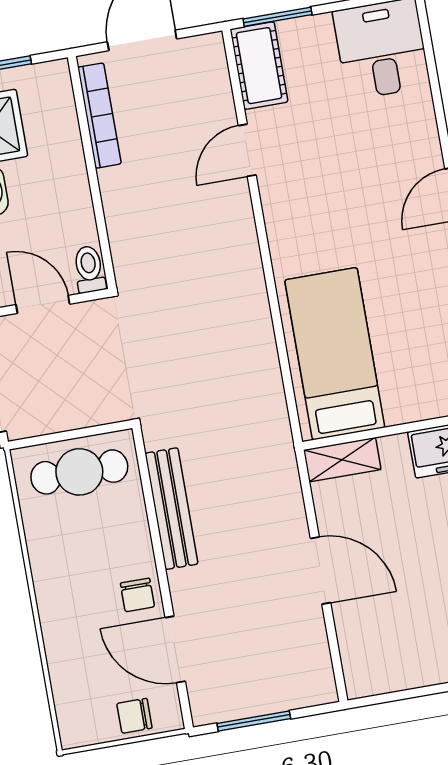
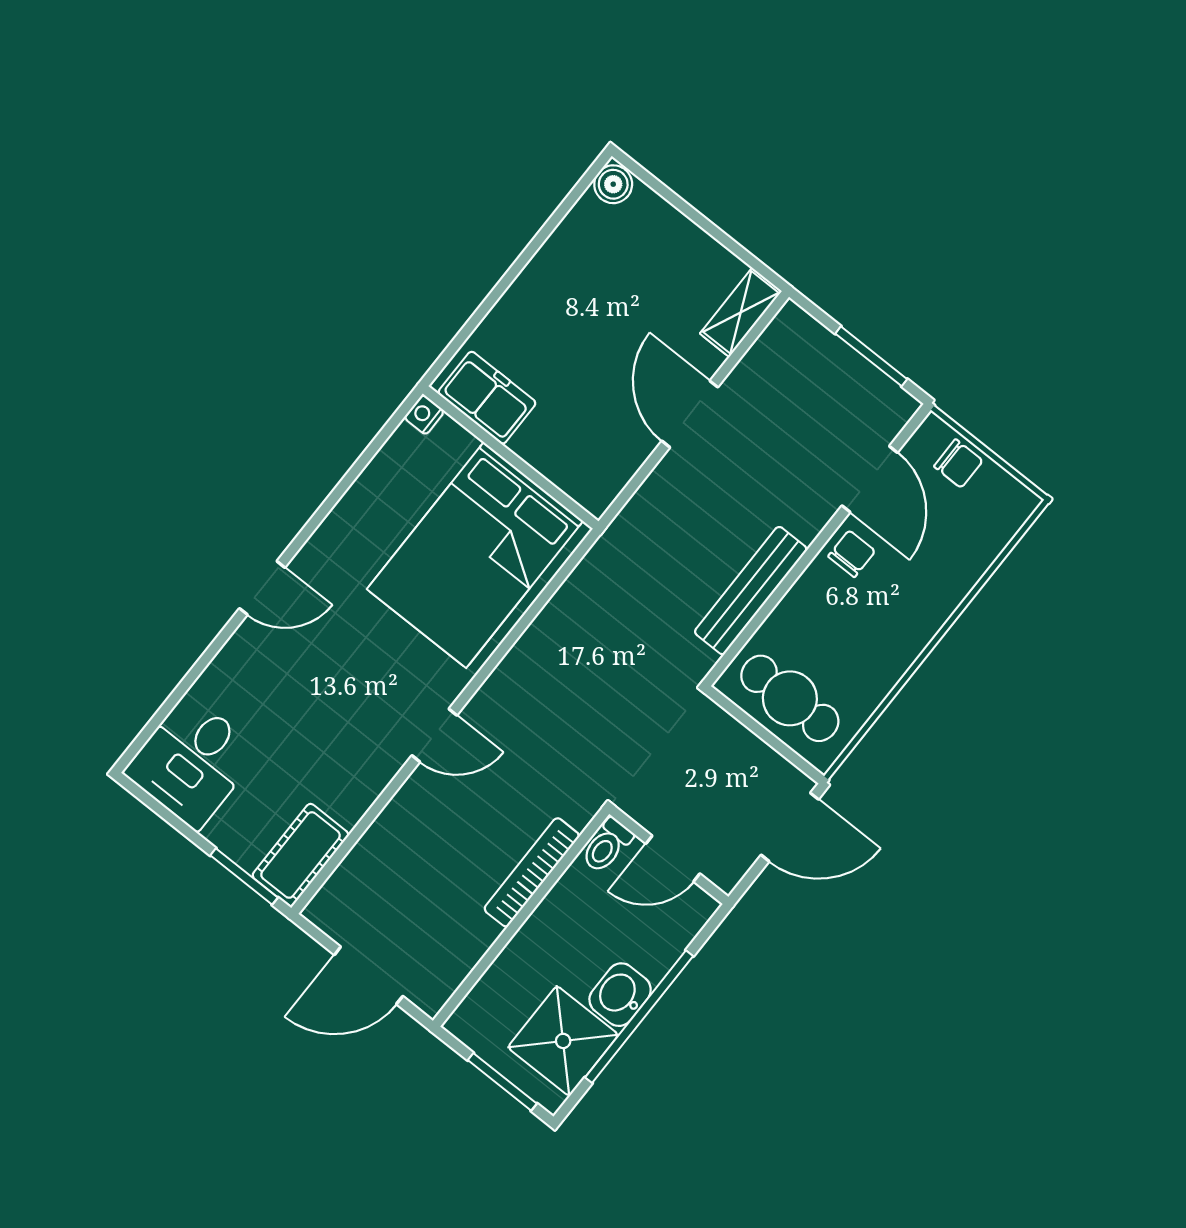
bookcase: (99, 116) -> (532, 872), moved
door: (247, 150) -> (434, 735), moved
door: (43, 304) -> (673, 859), hinge flipped
bed: (335, 354) -> (475, 555), width x1.50
shelving: (342, 460) -> (741, 312), moved, turned 90

